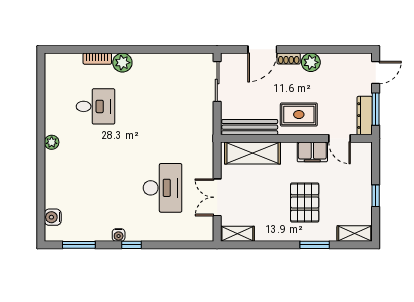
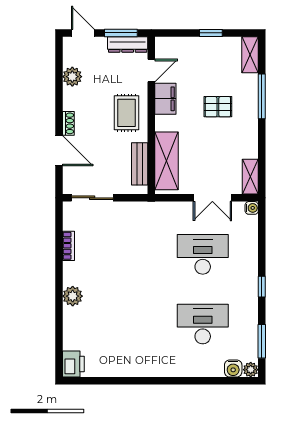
bookcase: (97, 59) -> (68, 246), moved
plant: (311, 62) -> (72, 77), moved
printer: (57, 63) -> (73, 364), added
desk: (95, 106) -> (203, 324), moved, width x1.37
bench: (250, 127) -> (140, 164), width x0.73
plant: (52, 142) -> (251, 370), moved
pallet: (305, 202) -> (218, 107), width x0.67, depth x0.71
water cooler: (119, 235) -> (252, 208), moved
window: (315, 245) -> (262, 96), width x1.44

